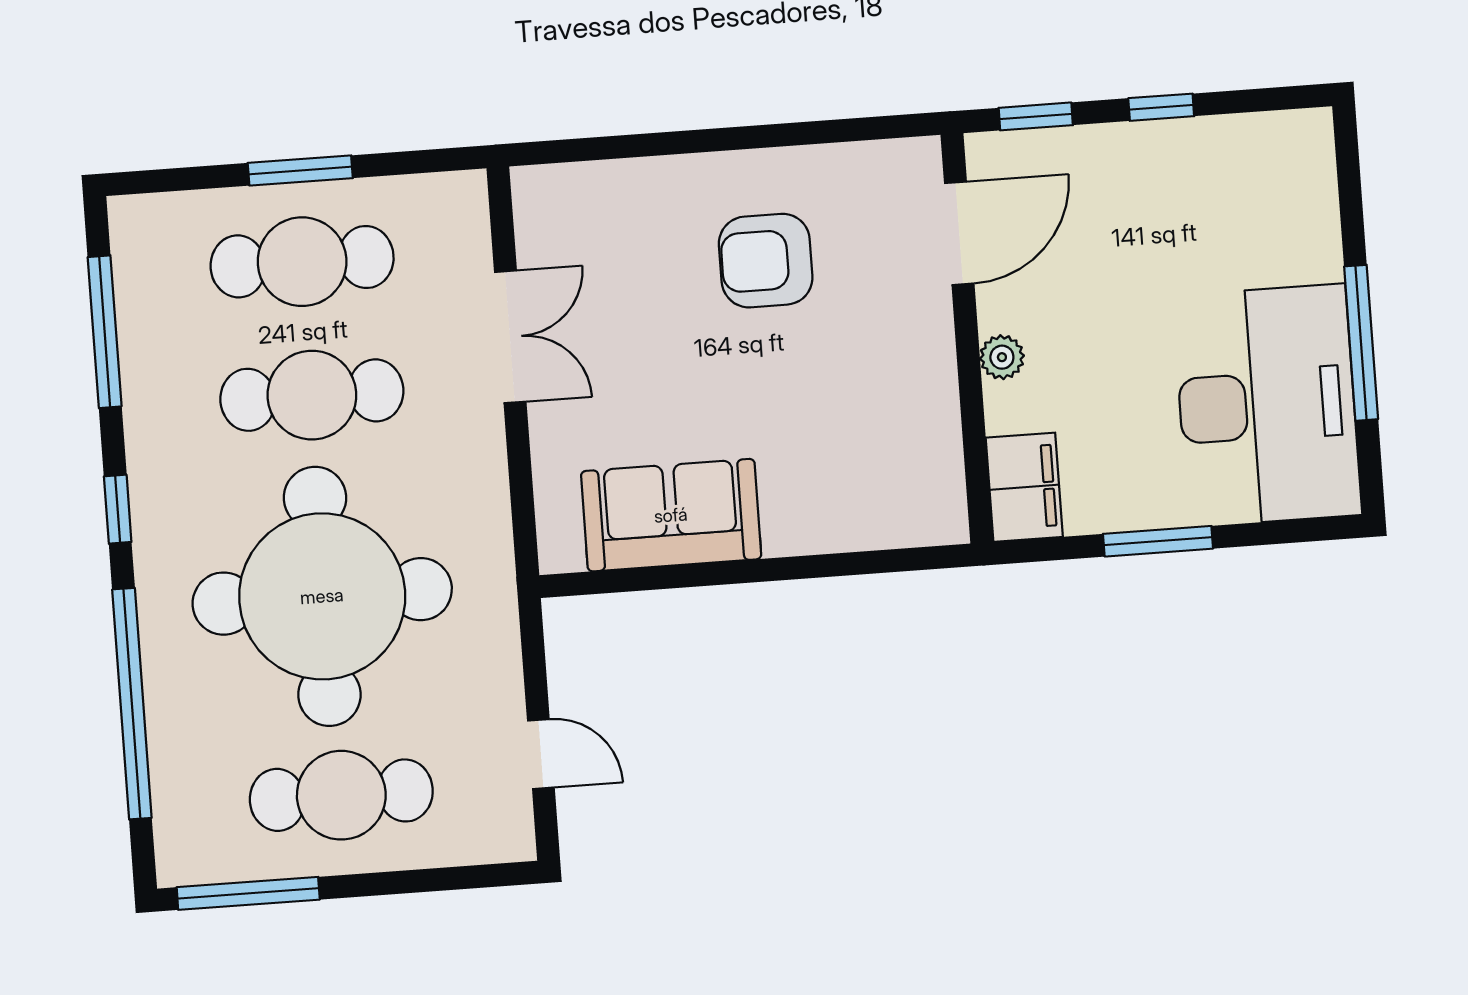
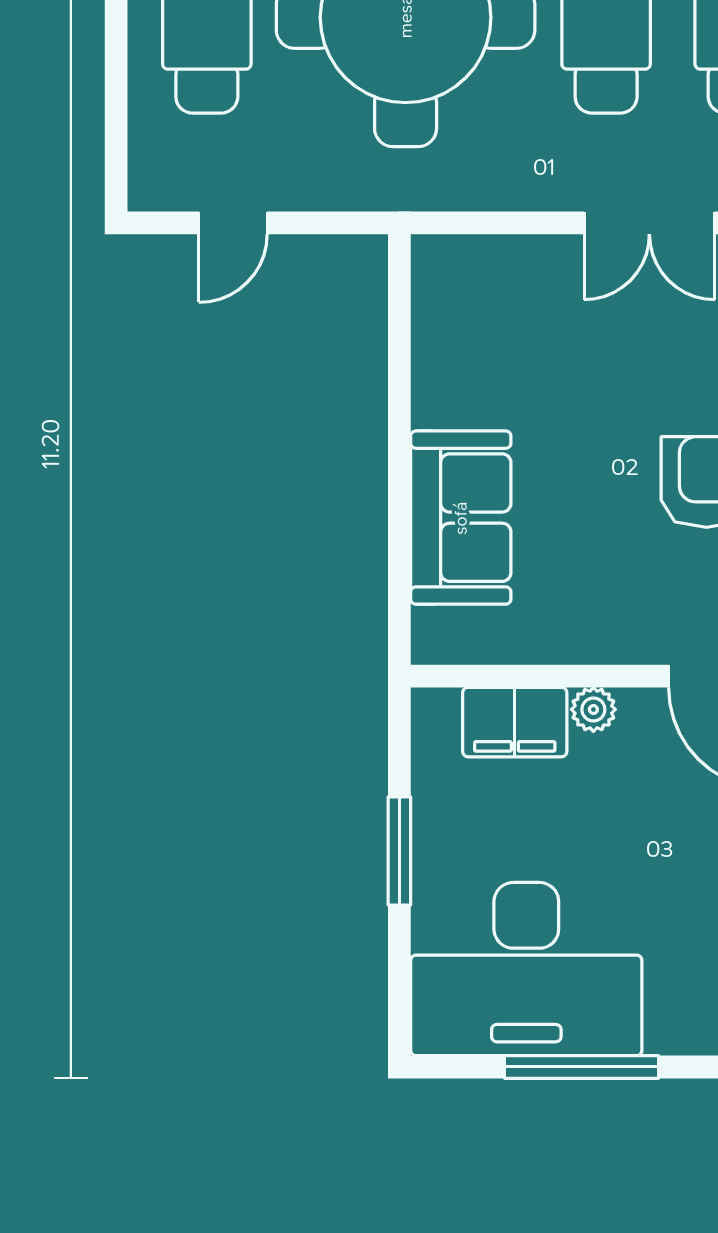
filing cabinet: (1024, 487) -> (515, 722), moved
sofa: (671, 515) -> (461, 518), moved

